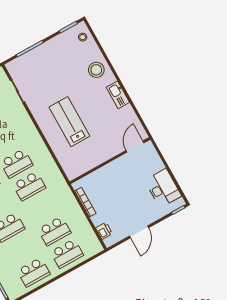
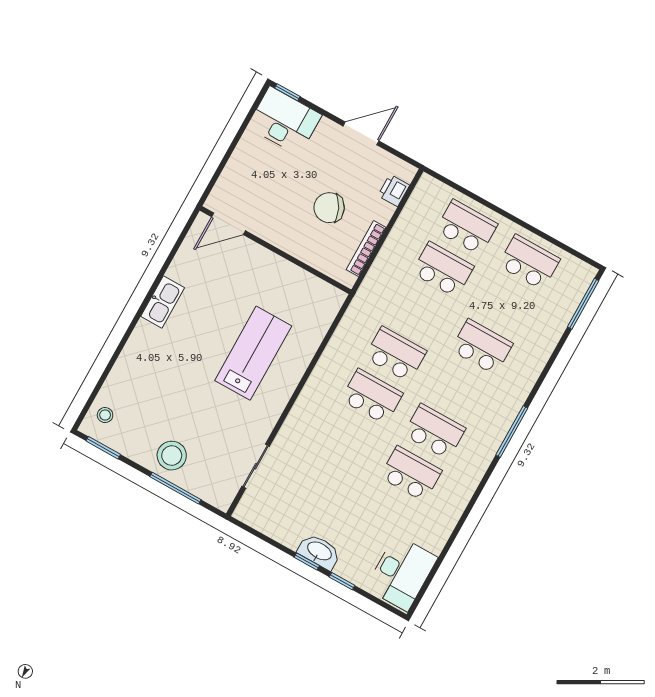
stool: (96, 70) -> (172, 456), moved
lab bench: (69, 122) -> (253, 353), turned 180
desk: (163, 188) -> (284, 121), moved, turned 90
chair: (114, 197) -> (329, 208), added

